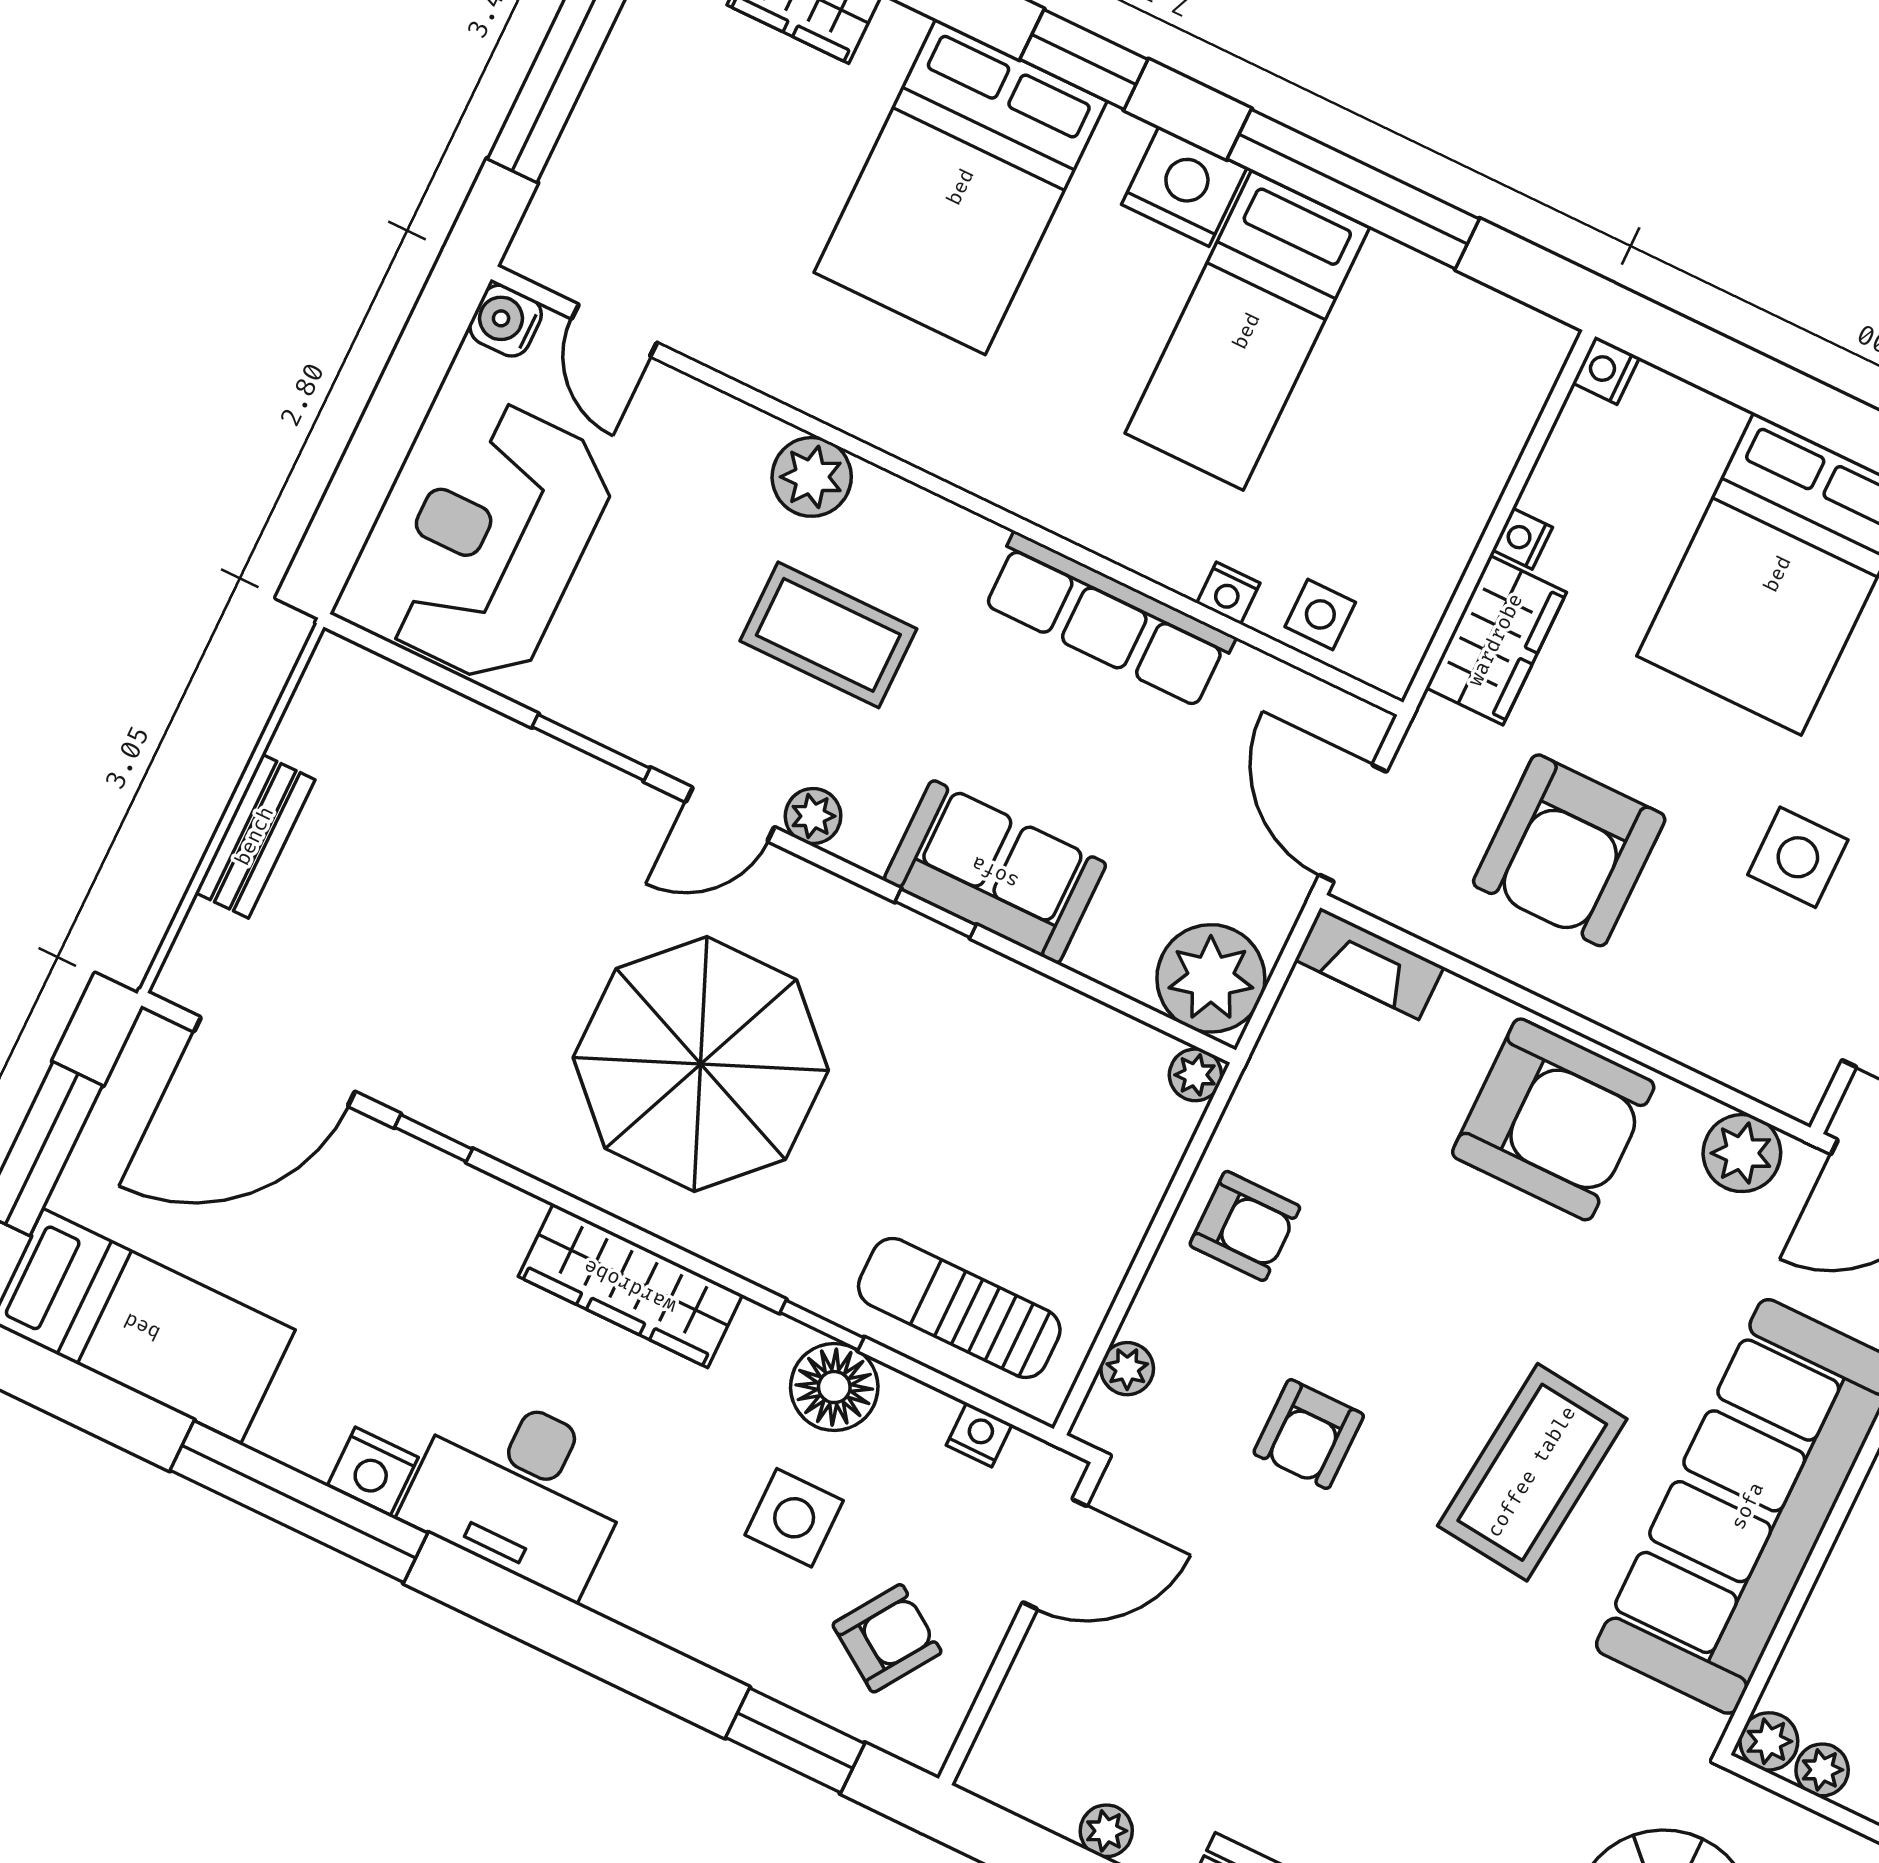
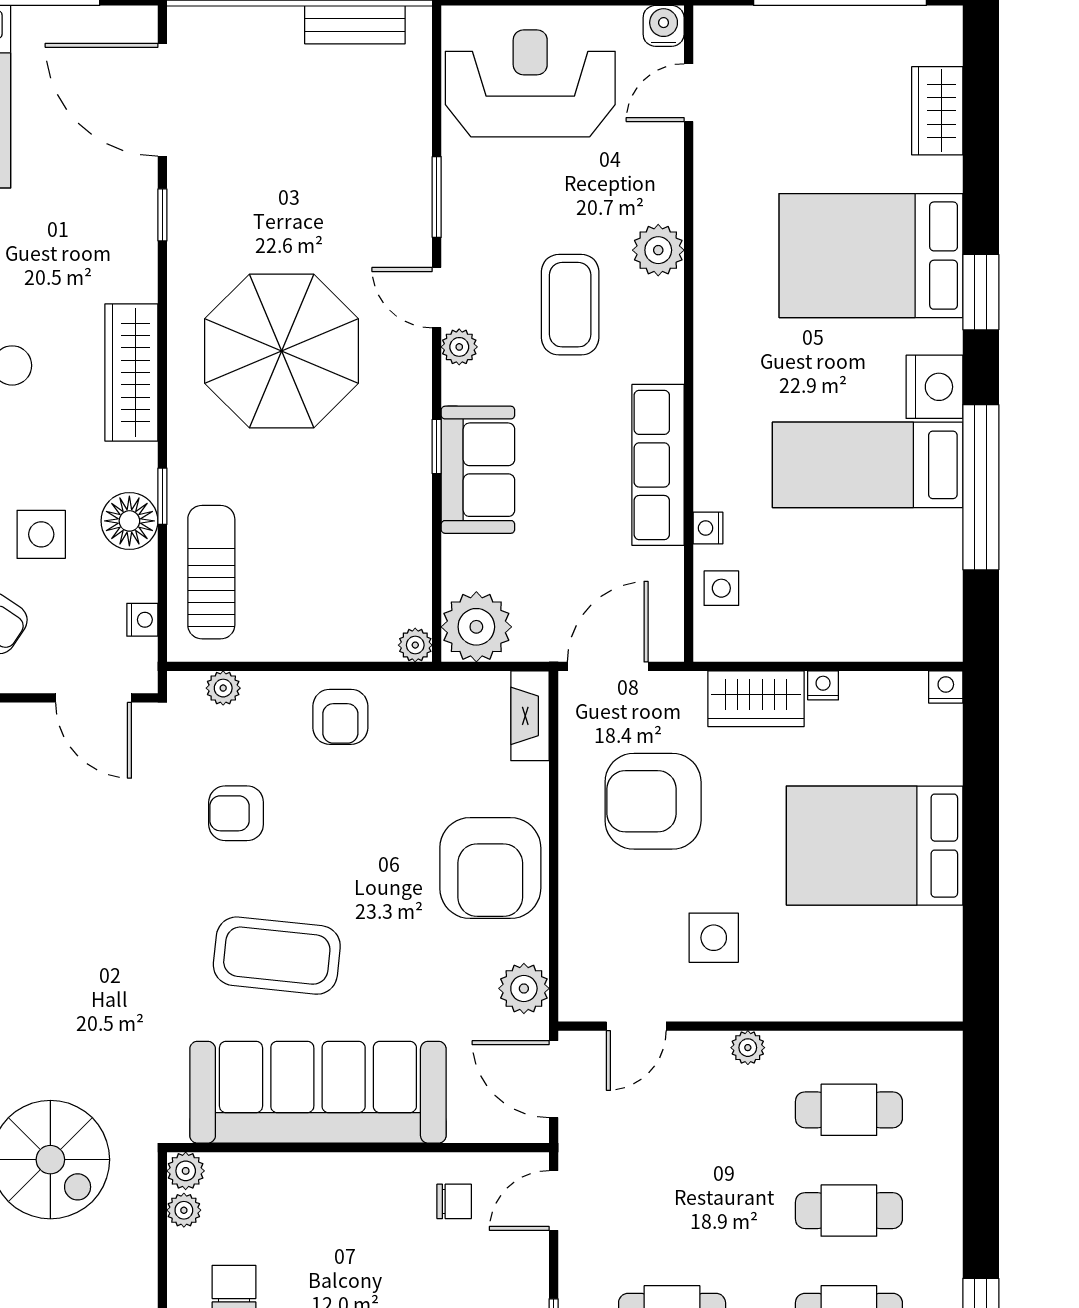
bench: (255, 836) -> (355, 25), moved

